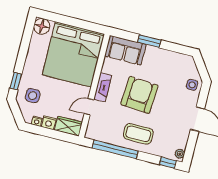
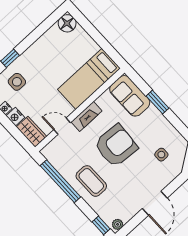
bed: (73, 54) -> (89, 79), width x0.49
side table: (192, 85) -> (161, 155), moved

